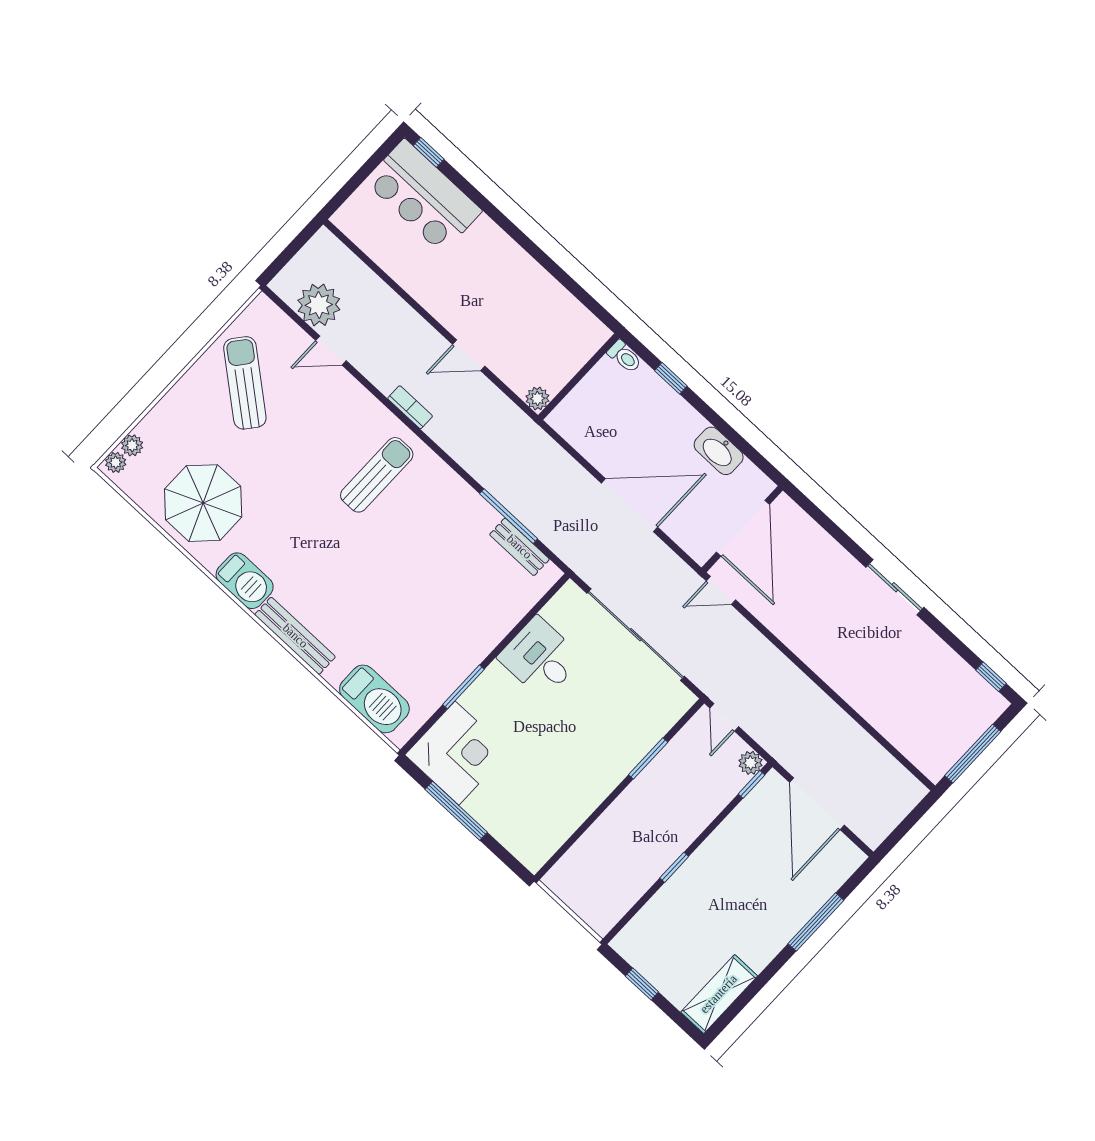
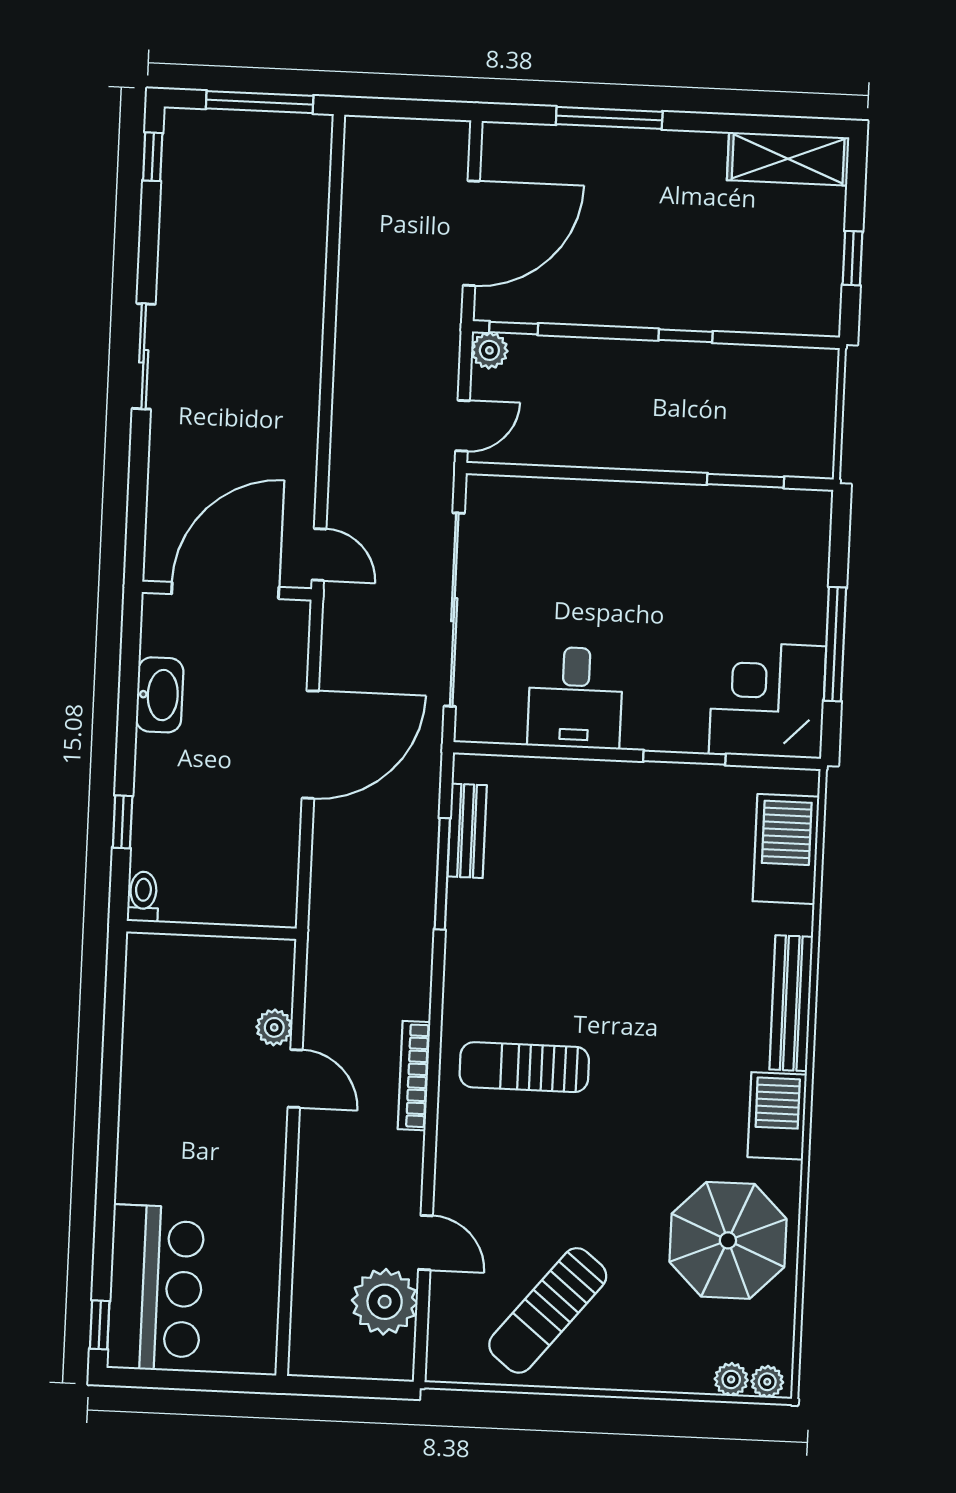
plant: (537, 399) -> (274, 1027), moved
bookcase: (410, 407) -> (414, 1076), width x1.56
door: (629, 505) -> (310, 745), swing flipped
window: (648, 758) -> (745, 481), moved

